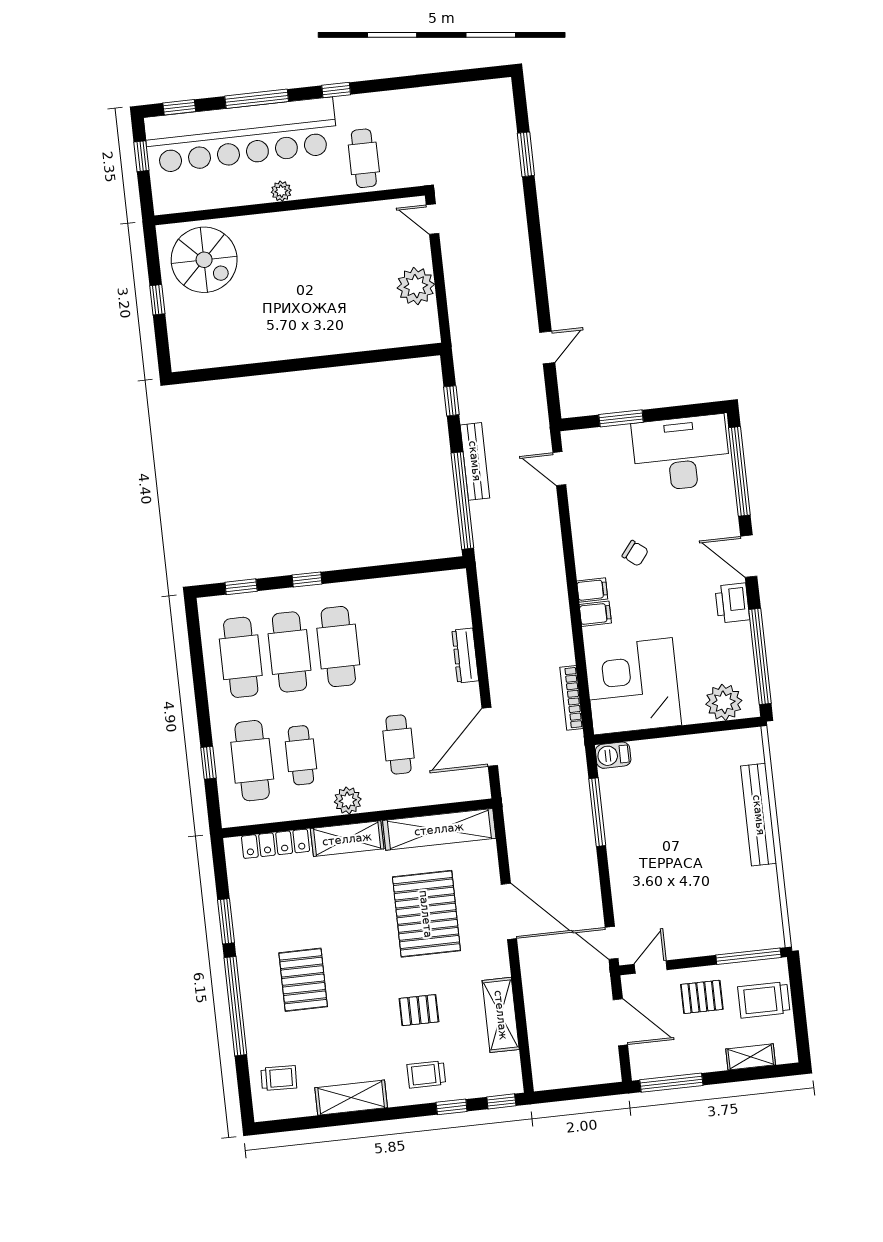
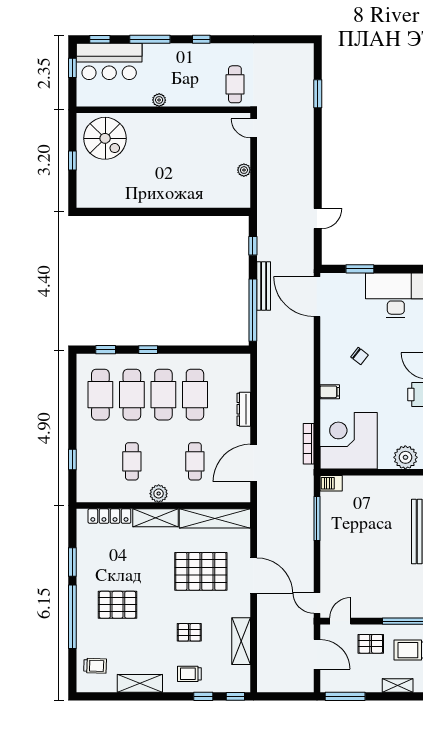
bar counter: (241, 135) -> (109, 61), width x0.54
cafe table: (364, 158) -> (235, 84), moved
plant: (416, 286) -> (244, 170), width x0.53, depth x0.53
door: (559, 469) -> (317, 297), width x1.88
filing cabinet: (592, 590) -> (329, 376), removed
cafe table: (252, 761) -> (195, 395), moved
pallet: (426, 914) -> (201, 571), turned 90
pallet: (303, 980) -> (117, 605), turned 90

